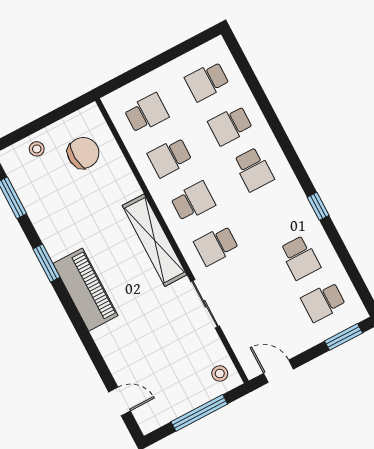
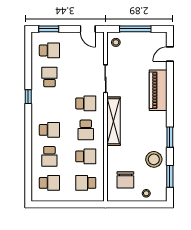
school desk: (230, 125) -> (49, 156), turned 90
chair: (83, 153) -> (125, 180), turned -86
school desk: (254, 169) -> (49, 130), turned 90
school desk: (193, 201) -> (86, 130), turned -90
stool: (54, 212) -> (154, 159), added
piano: (86, 290) -> (158, 90), moved
door: (120, 401) -> (170, 54), hinge flipped

